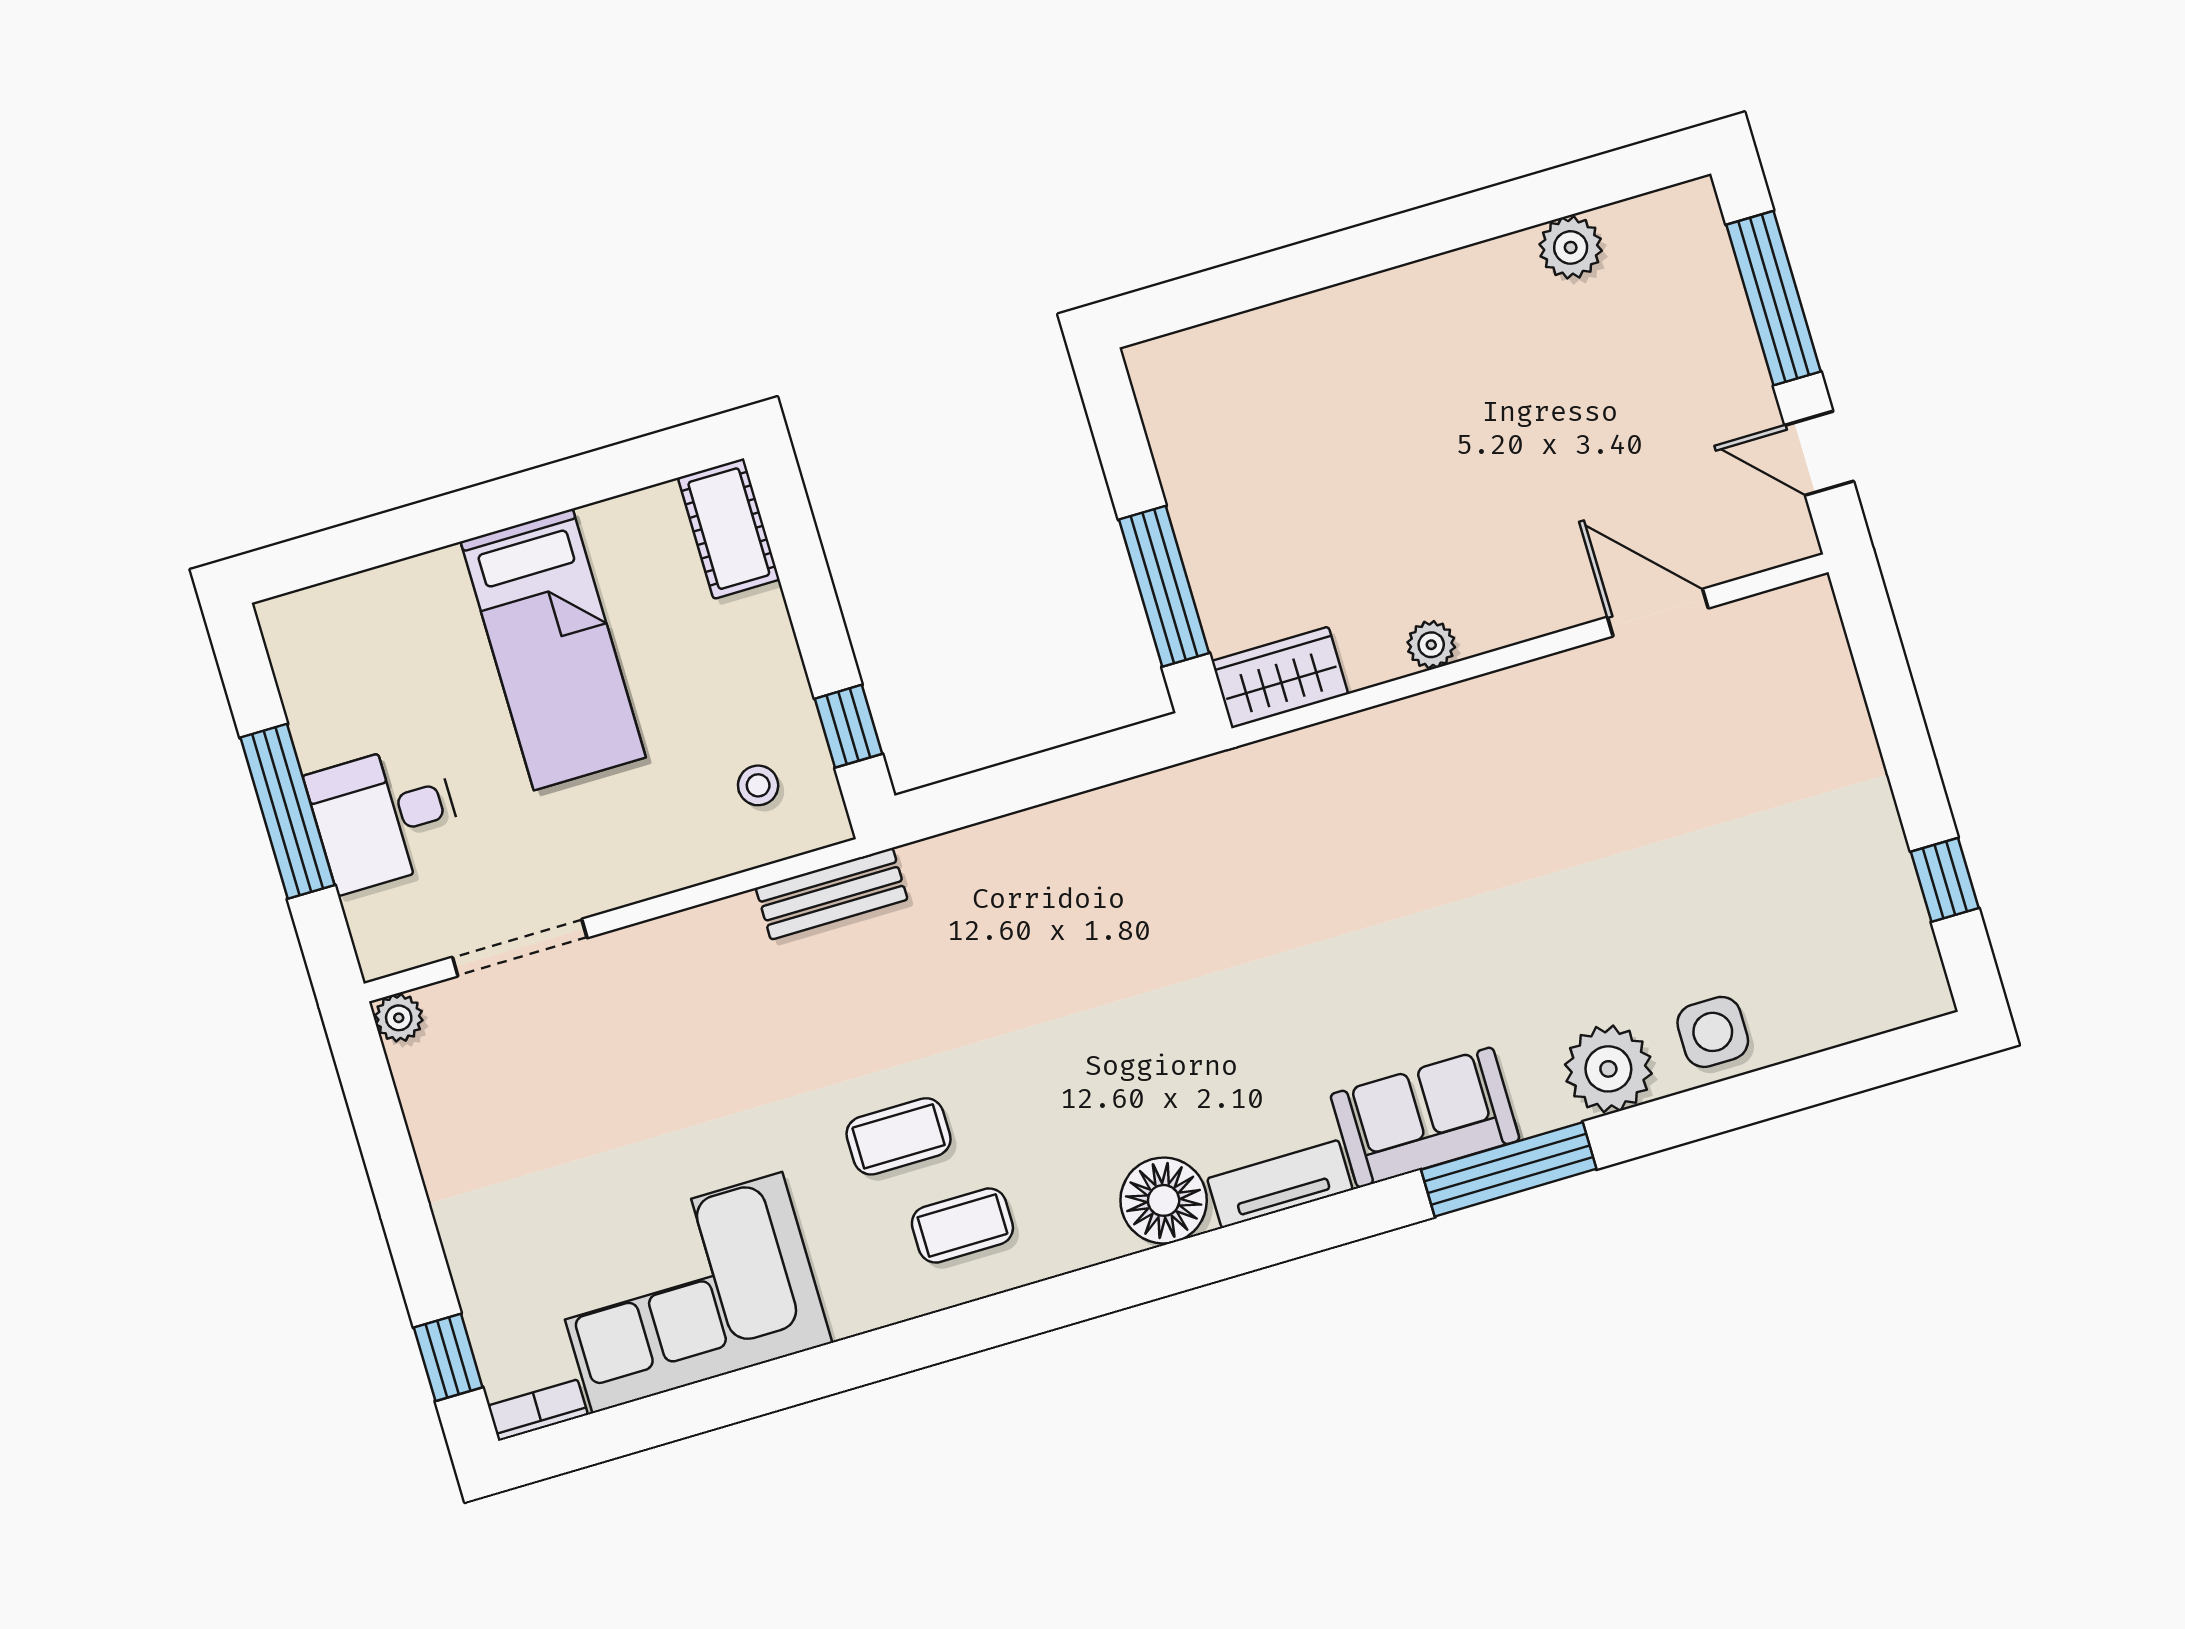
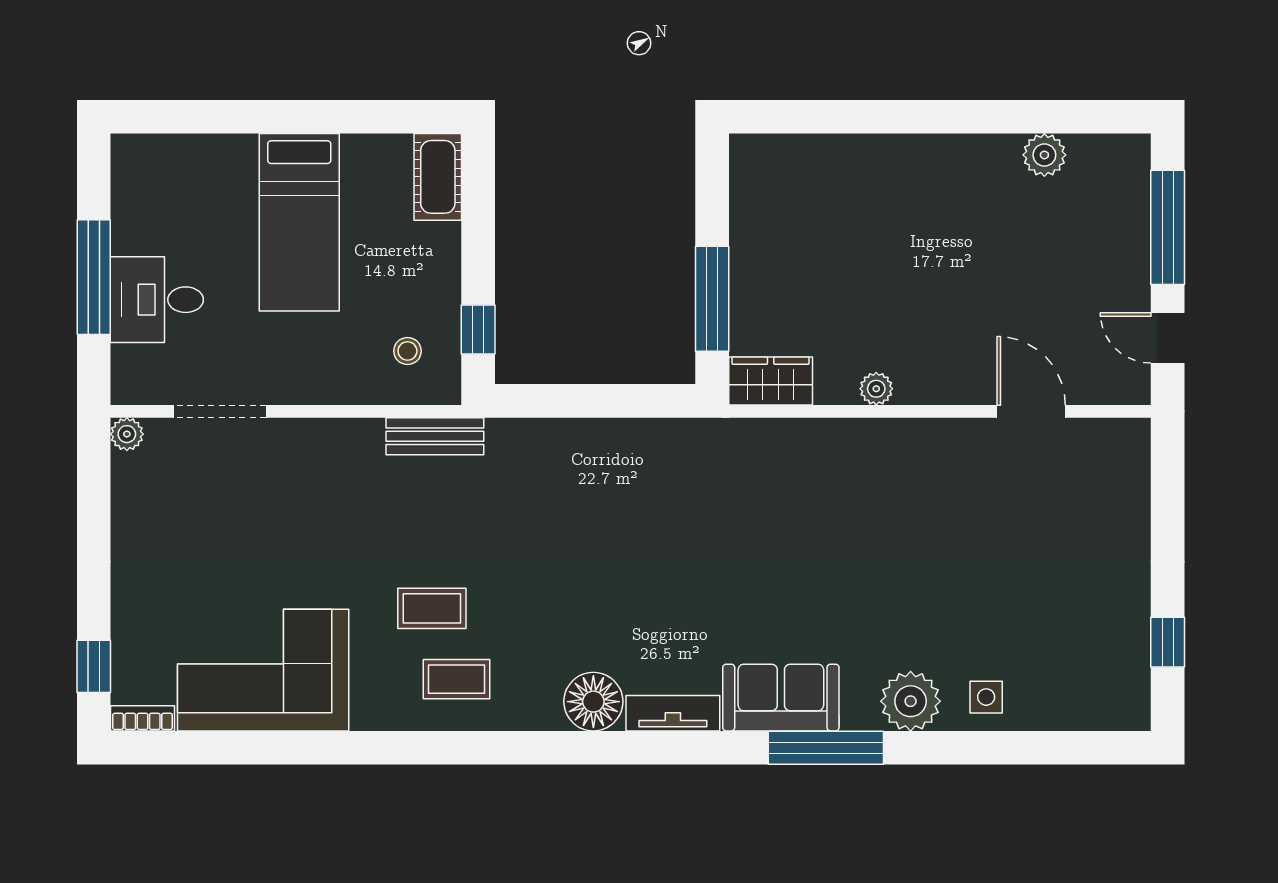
side table: (1713, 1032) -> (986, 697), width x0.73, depth x0.73

